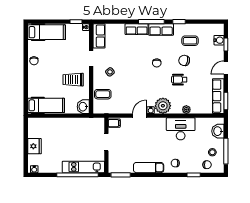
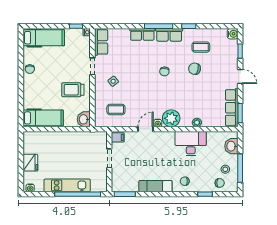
water cooler: (219, 40) -> (233, 34), moved
door: (226, 68) -> (240, 76), swing flipped
wheelchair: (179, 80) -> (189, 90), removed
coffee table: (103, 94) -> (116, 109), moved
kitchen unit: (83, 167) -> (67, 185), moved

